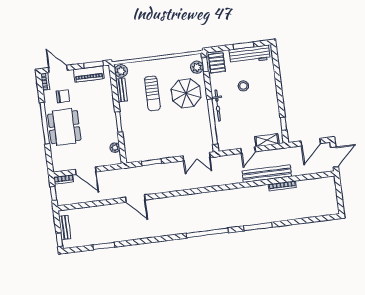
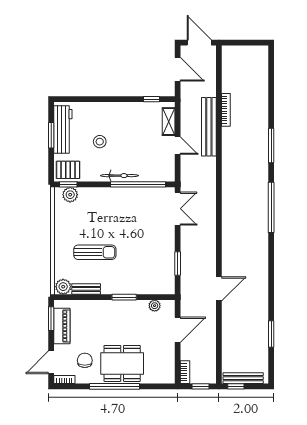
parasol: (186, 93) -> (100, 212), removed
door: (86, 171) -> (178, 330), moved
bench: (65, 228) -> (243, 378), width x1.36
window: (59, 240) -> (236, 386), moved

